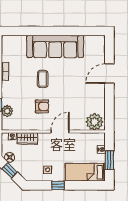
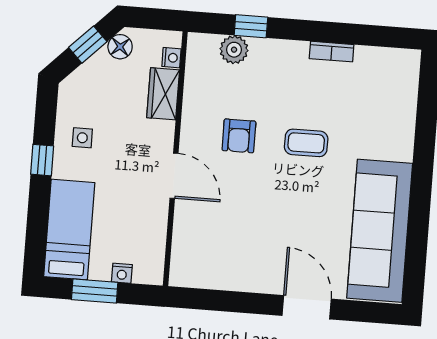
sofa: (55, 46) -> (380, 231), moved
plant: (95, 122) -> (191, 262), removed

